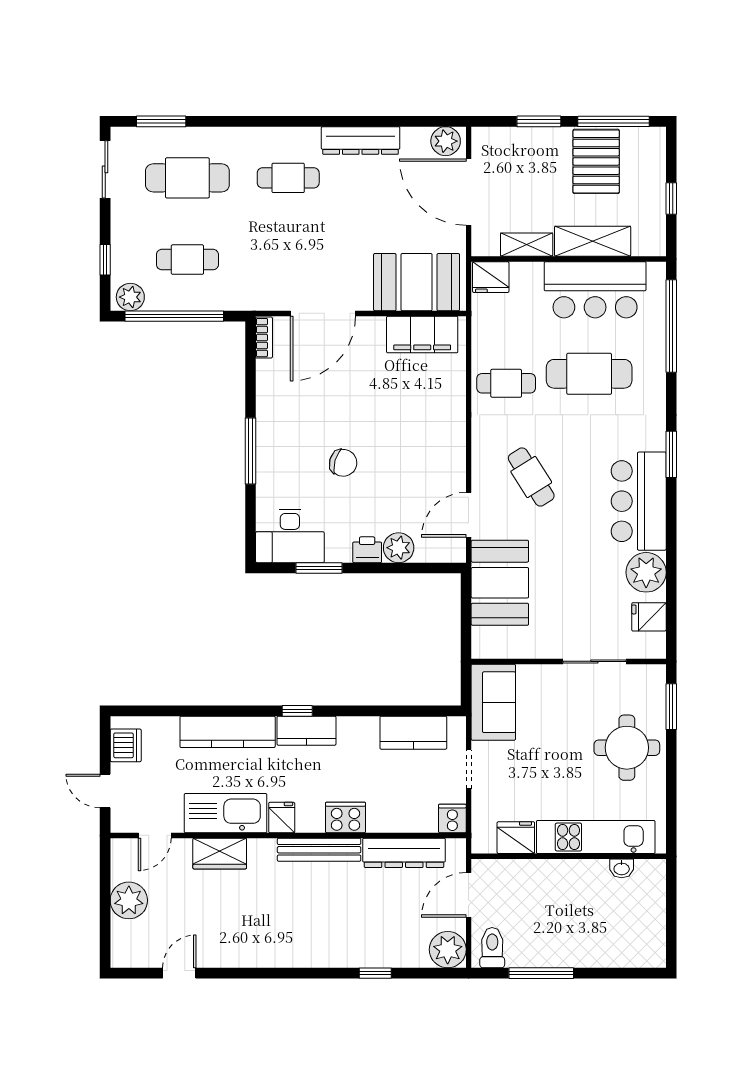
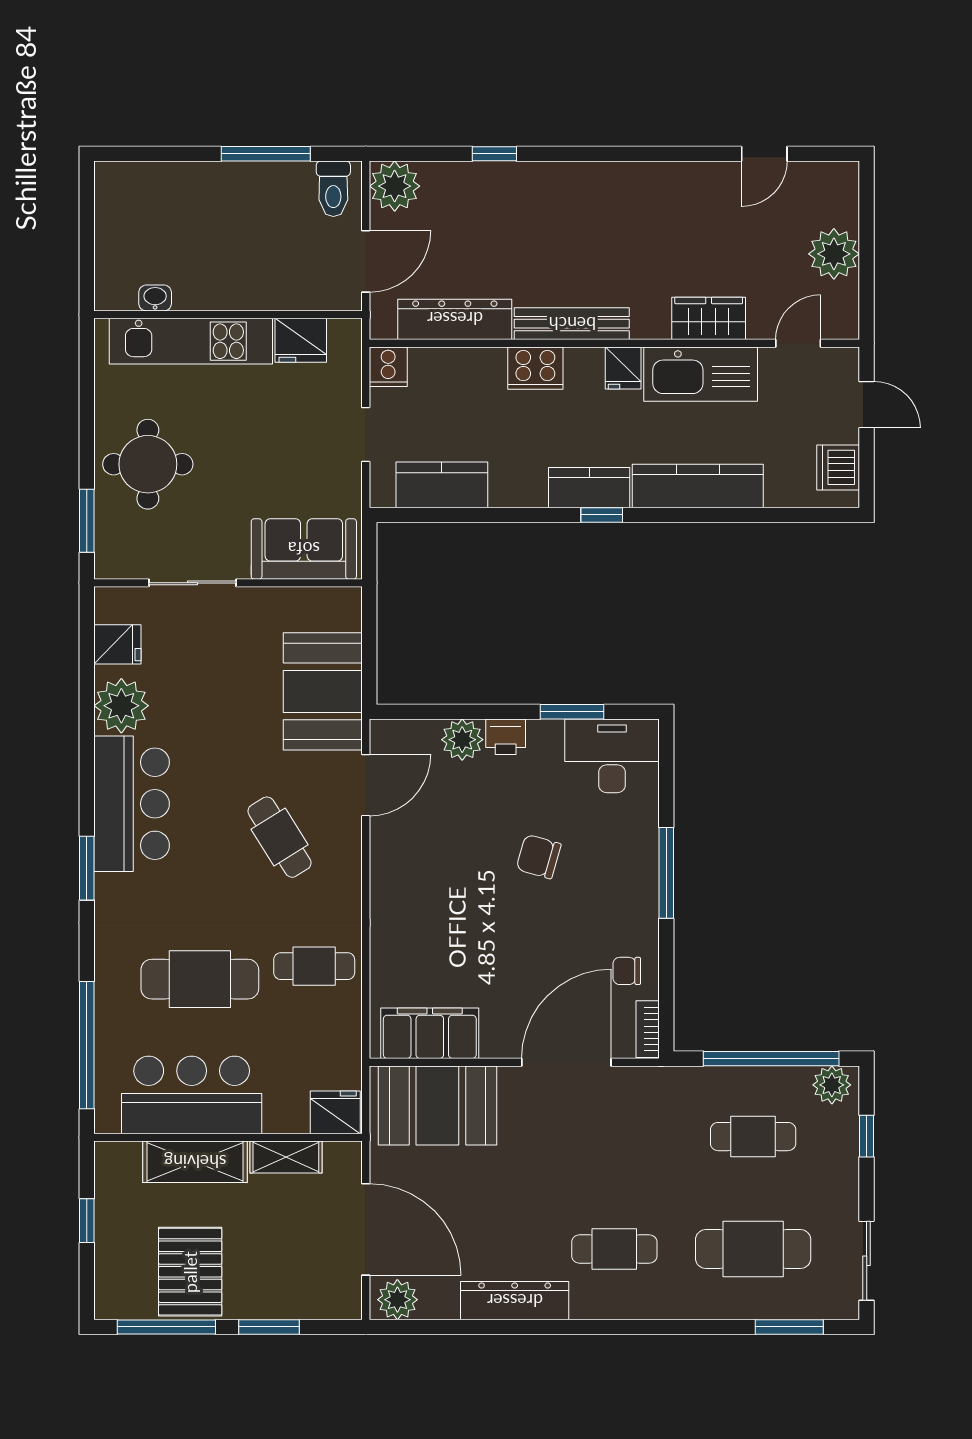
chair: (279, 380) -> (627, 971), added
sofa: (493, 702) -> (304, 549), moved, turned 90

